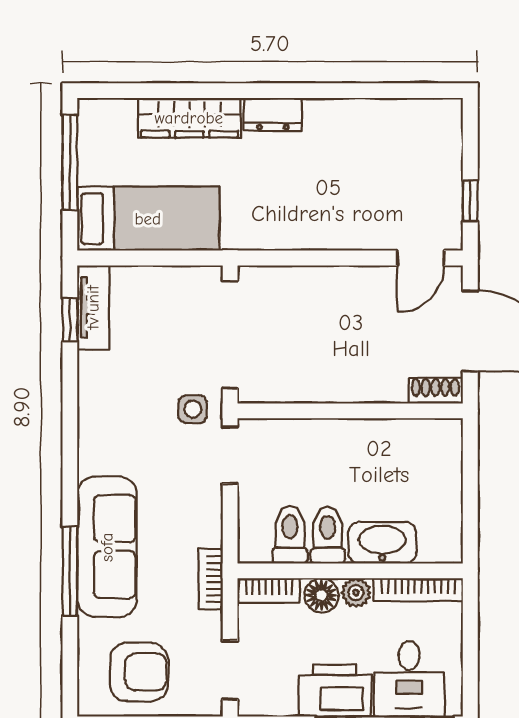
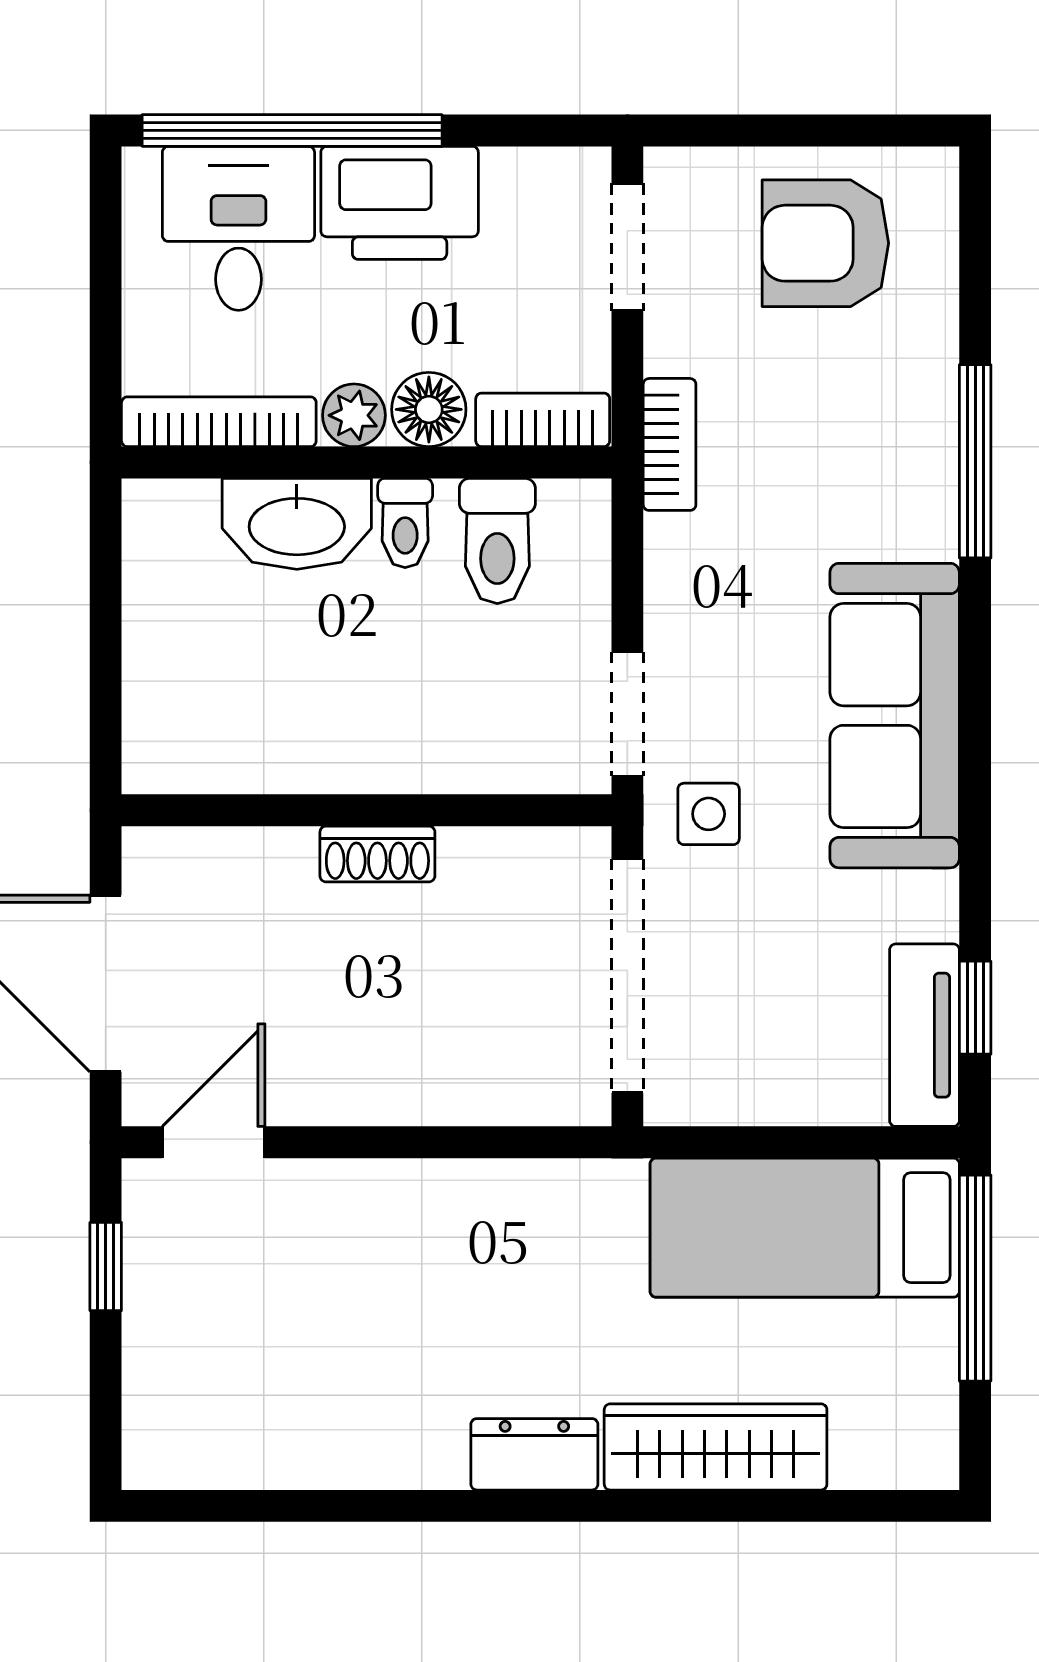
window: (70, 163) -> (975, 1278), moved
shoe rack: (435, 391) -> (377, 854), moved
toilet: (328, 535) -> (405, 523), width x0.73, depth x0.72
sofa: (107, 547) -> (895, 716), moved

